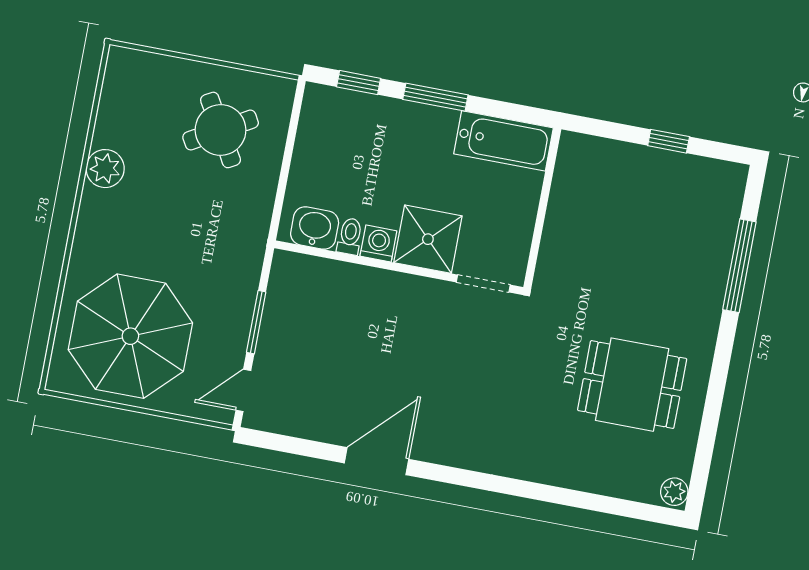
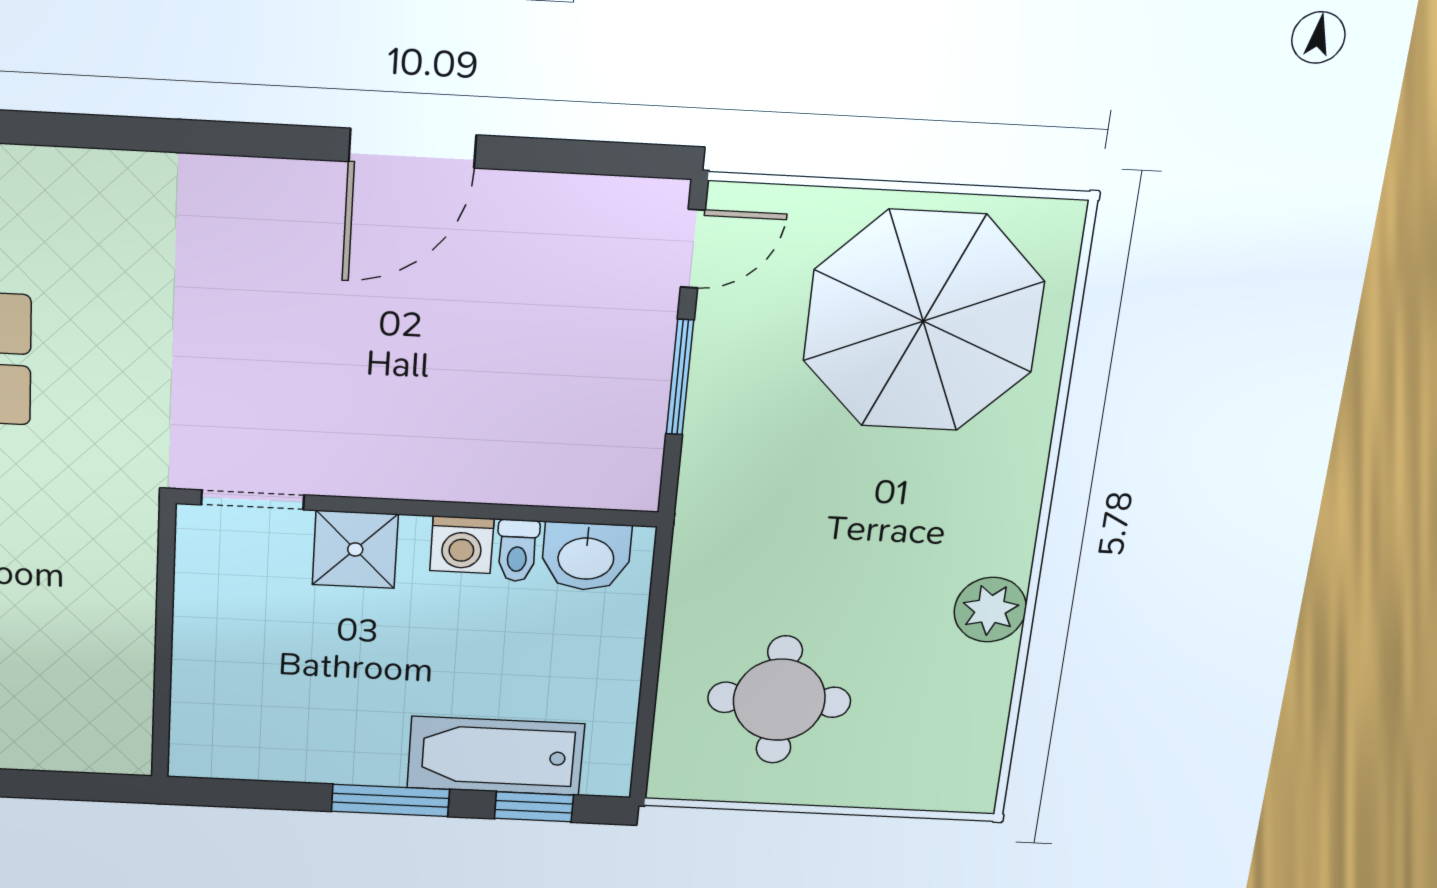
round table: (221, 130) -> (779, 700), turned 30
bathtub: (503, 141) -> (496, 756), moved
shower: (428, 239) -> (355, 549), width x0.73, depth x0.73

